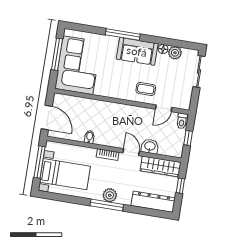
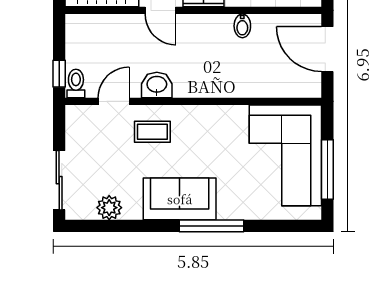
floor lamp: (163, 49) -> (132, 211), removed
window: (188, 138) -> (59, 74), moved
washbasin: (150, 146) -> (157, 85), moved, turned 180

